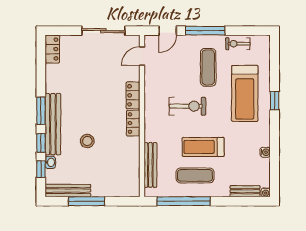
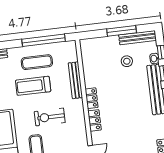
stool: (87, 141) -> (127, 61), moved
treadmill: (203, 147) -> (33, 86), turned 180
bench: (150, 165) -> (75, 80), moved

